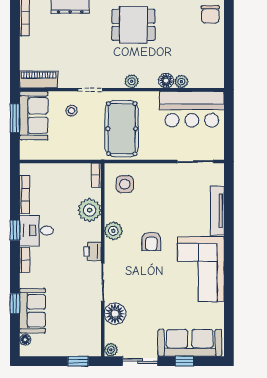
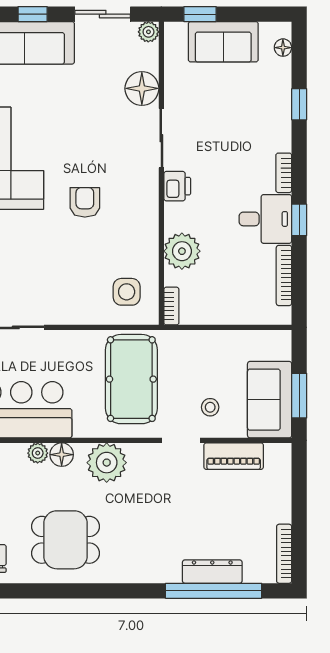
dining table: (133, 25) -> (65, 540), moved
piano: (39, 80) -> (234, 456), moved
plant: (132, 81) -> (107, 463), width x1.88, depth x1.88
plant: (113, 231) -> (145, 219), removed
sofa: (33, 311) -> (223, 42), moved, turned -90

